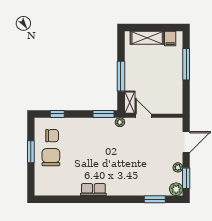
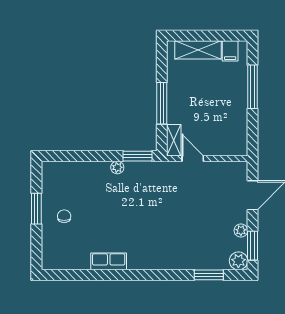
window: (57, 114) -> (73, 156), removed
plant: (120, 122) -> (117, 167), moved
chair: (52, 136) -> (66, 186), removed
chair: (51, 157) -> (64, 216), width x0.54, depth x0.54
row of seats: (93, 190) -> (109, 261), moved

